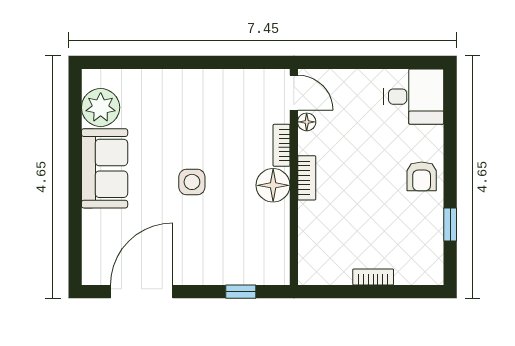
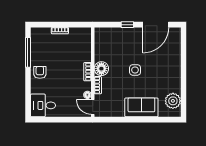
sofa: (105, 168) -> (141, 107), moved, turned 90
window: (450, 225) -> (28, 52), width x2.17
window: (241, 292) -> (127, 25), moved

